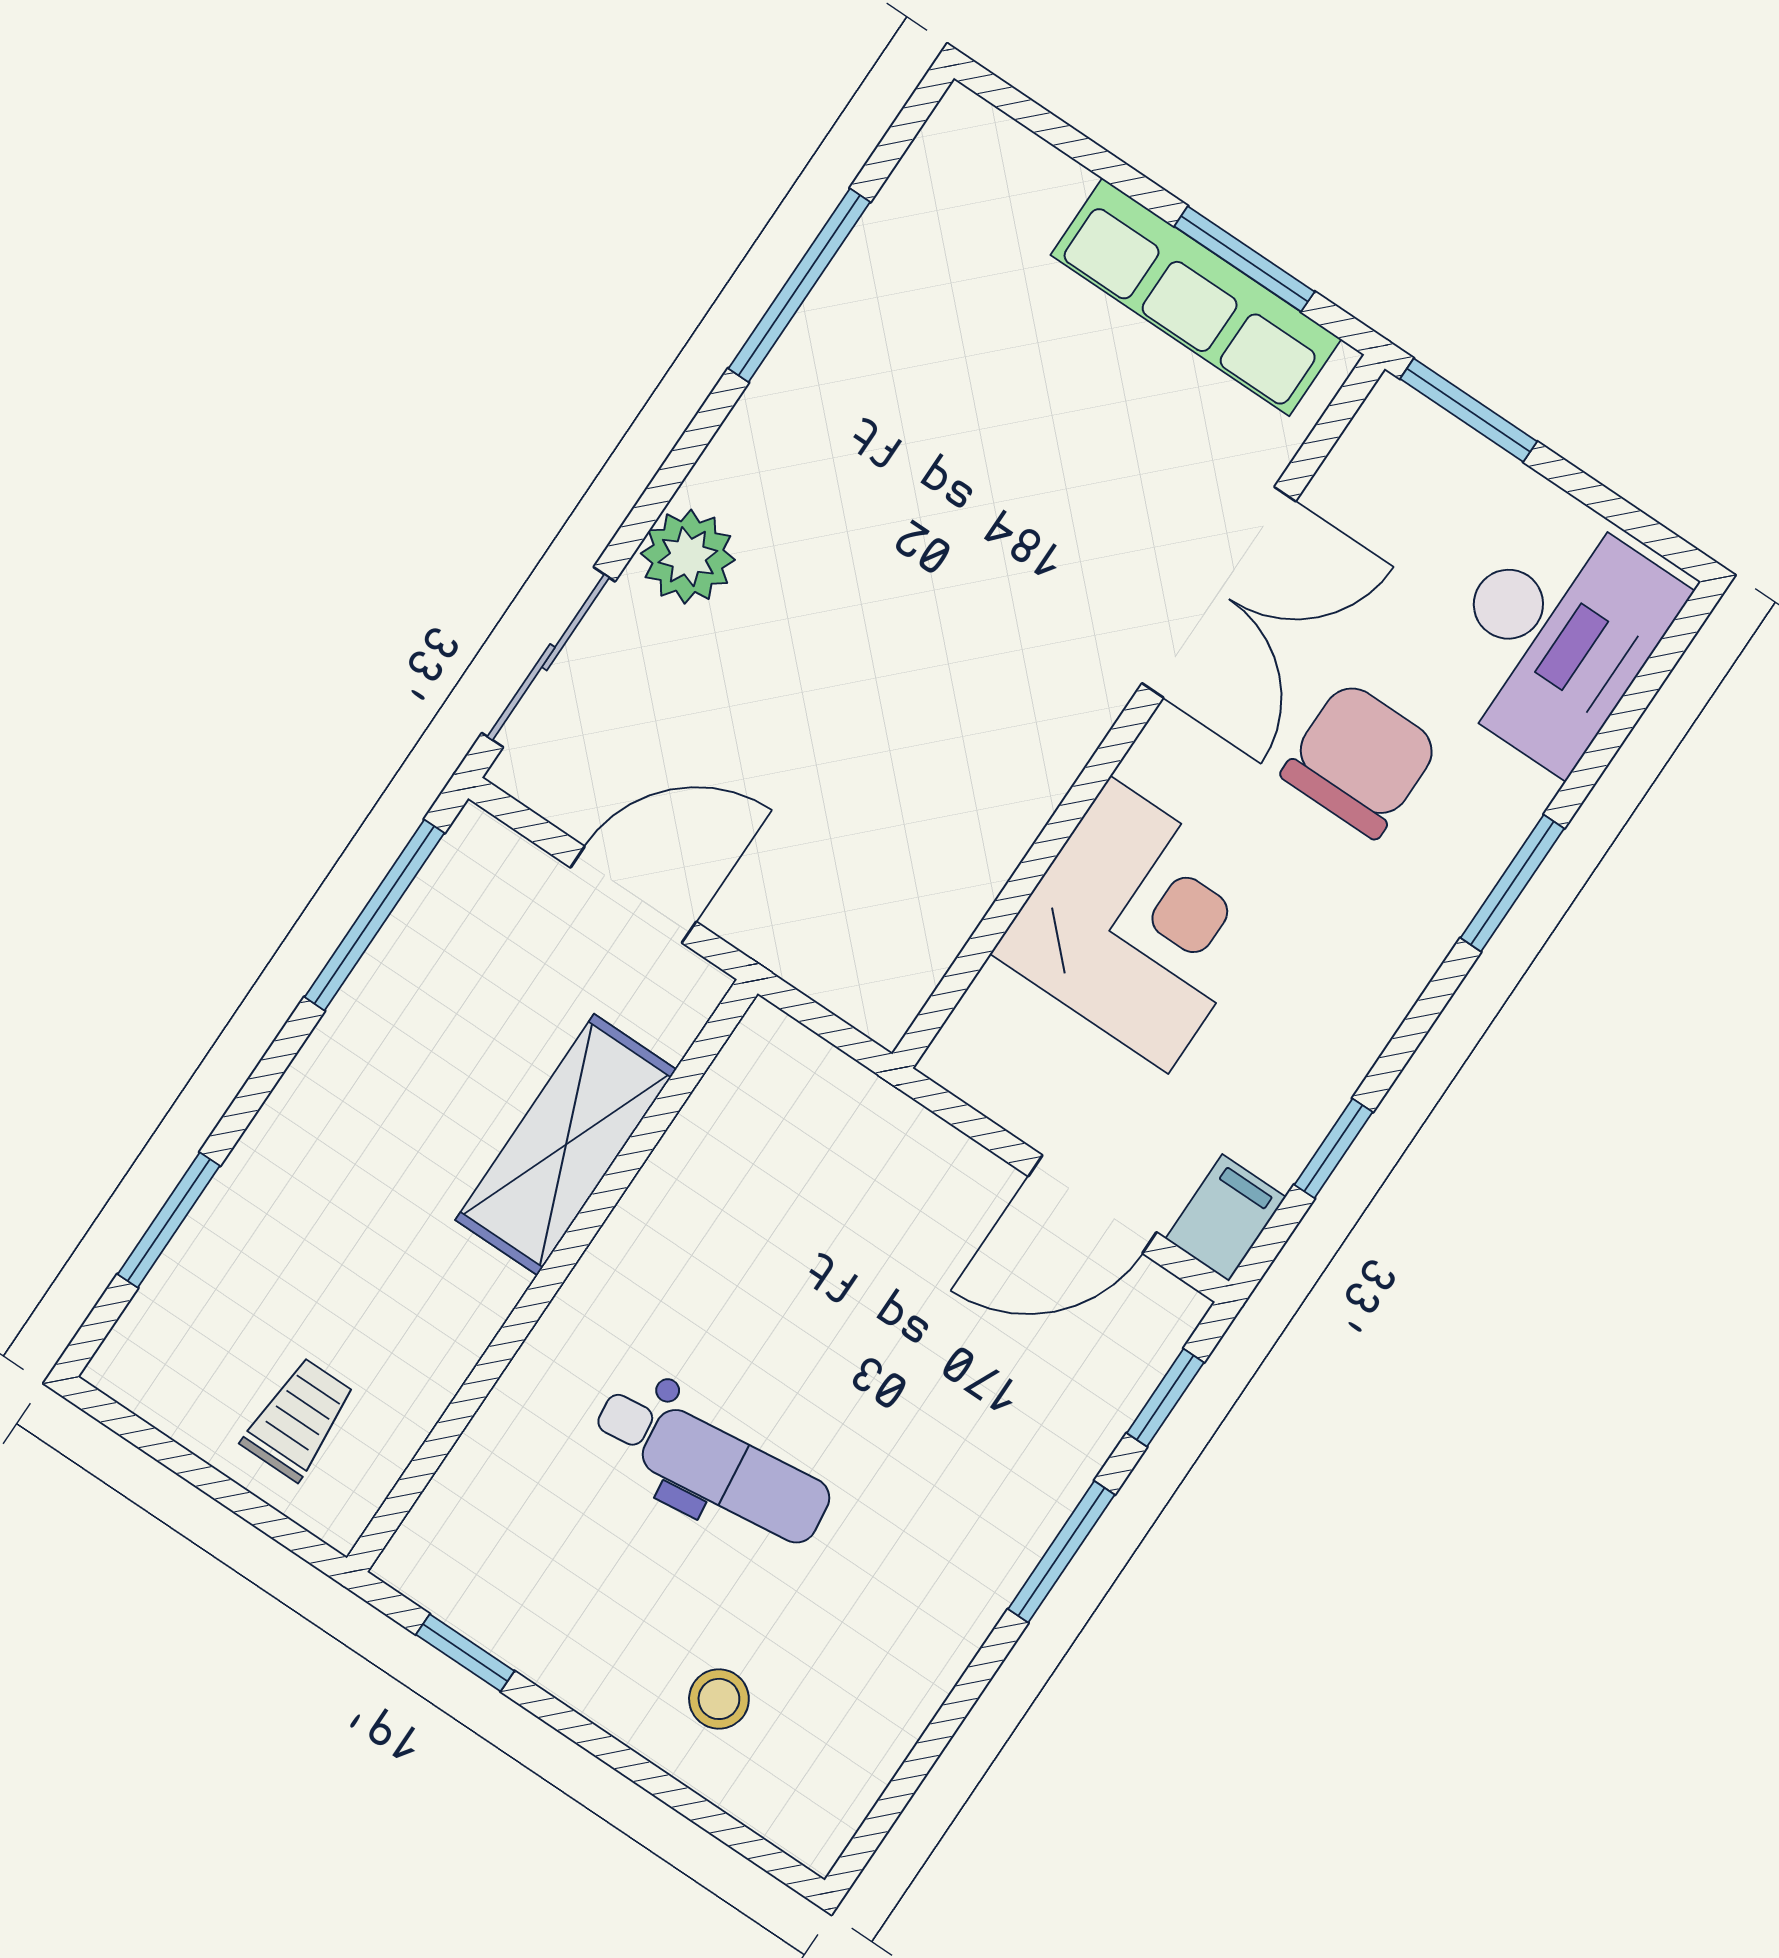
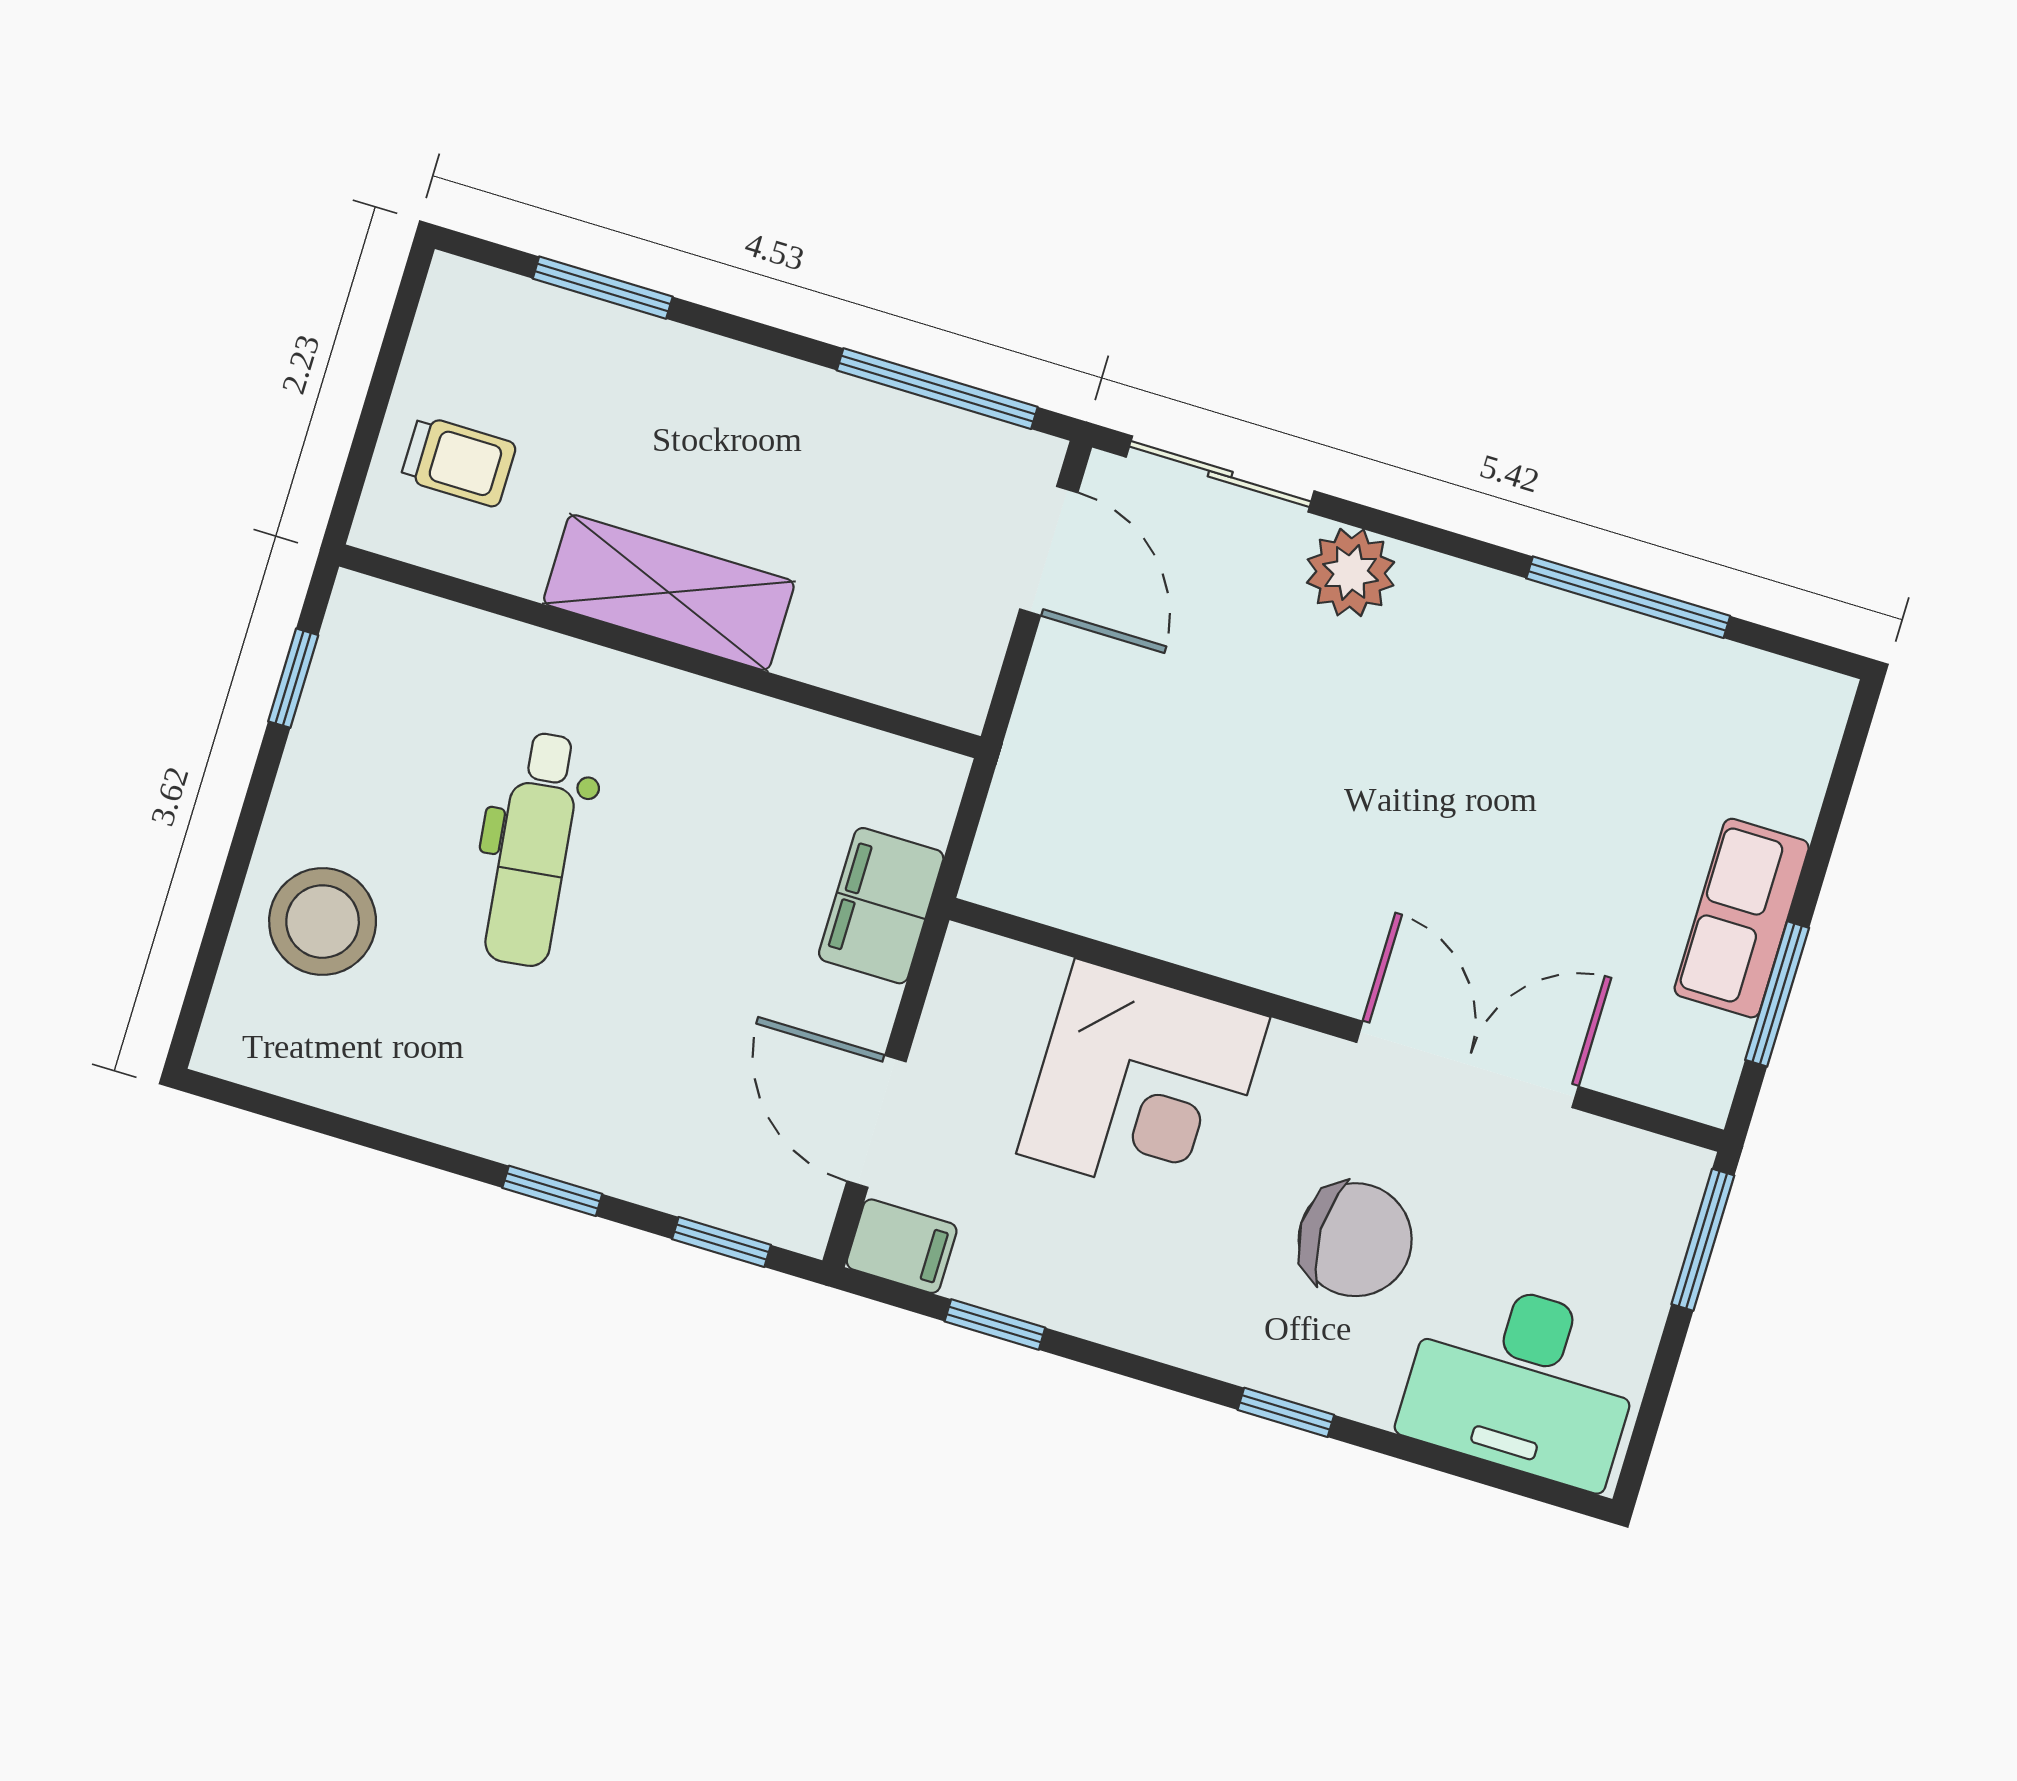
row of seats: (1196, 297) -> (1742, 918), width x0.68
double door: (1219, 592) -> (1467, 1064), swing flipped
window: (1512, 883) -> (1286, 1412), width x0.67
door: (633, 895) -> (1049, 551), moved
filing cabinet: (877, 1132) -> (881, 906), added
shelving: (566, 1145) -> (669, 593), moved
window: (1061, 1552) -> (552, 1191), width x0.67
stool: (719, 1699) -> (323, 922), width x1.89, depth x1.89

